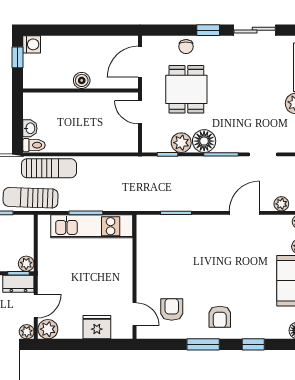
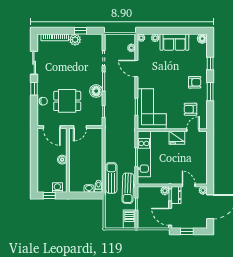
washing machine: (32, 44) -> (57, 188), moved
plant: (181, 143) -> (97, 104), removed
corner sofa: (172, 240) -> (152, 109), added
fridge: (97, 327) -> (177, 138), moved, turned -90
plant: (48, 329) -> (202, 179), removed

